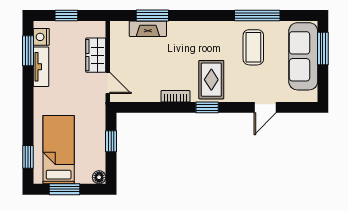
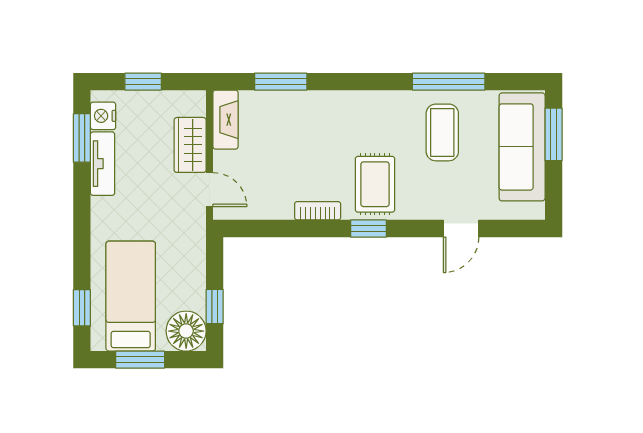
fireplace: (148, 29) -> (226, 120), moved, turned -90
window: (111, 141) -> (215, 307), moved
floor lamp: (99, 177) -> (186, 331), width x1.89, depth x1.89

